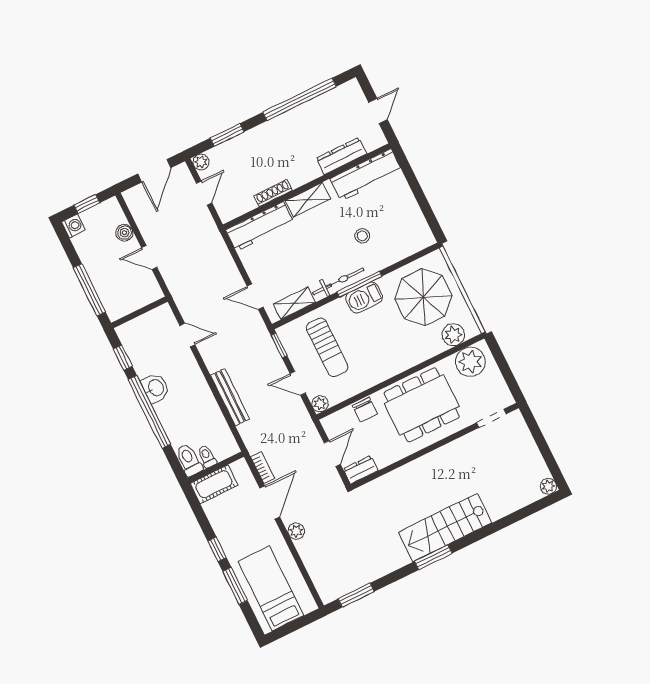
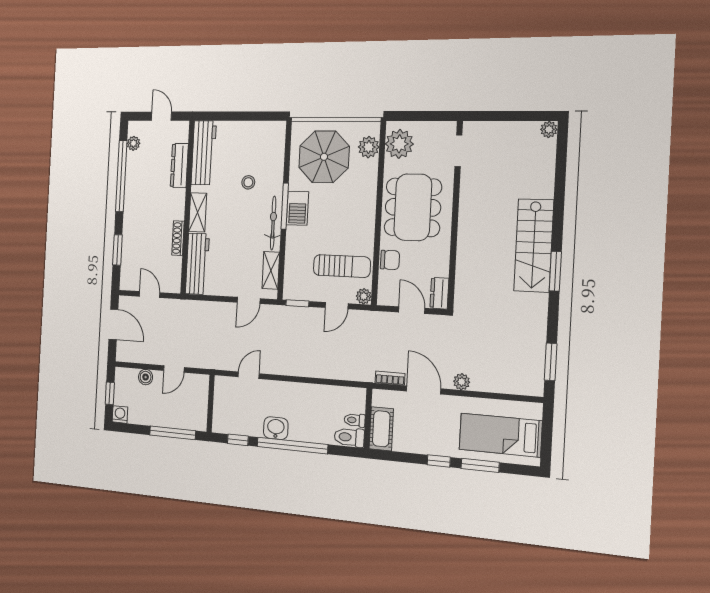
plant: (201, 162) -> (133, 143), moved
sun lounger: (327, 347) -> (342, 266), moved
bench: (230, 397) -> (317, 370), removed

